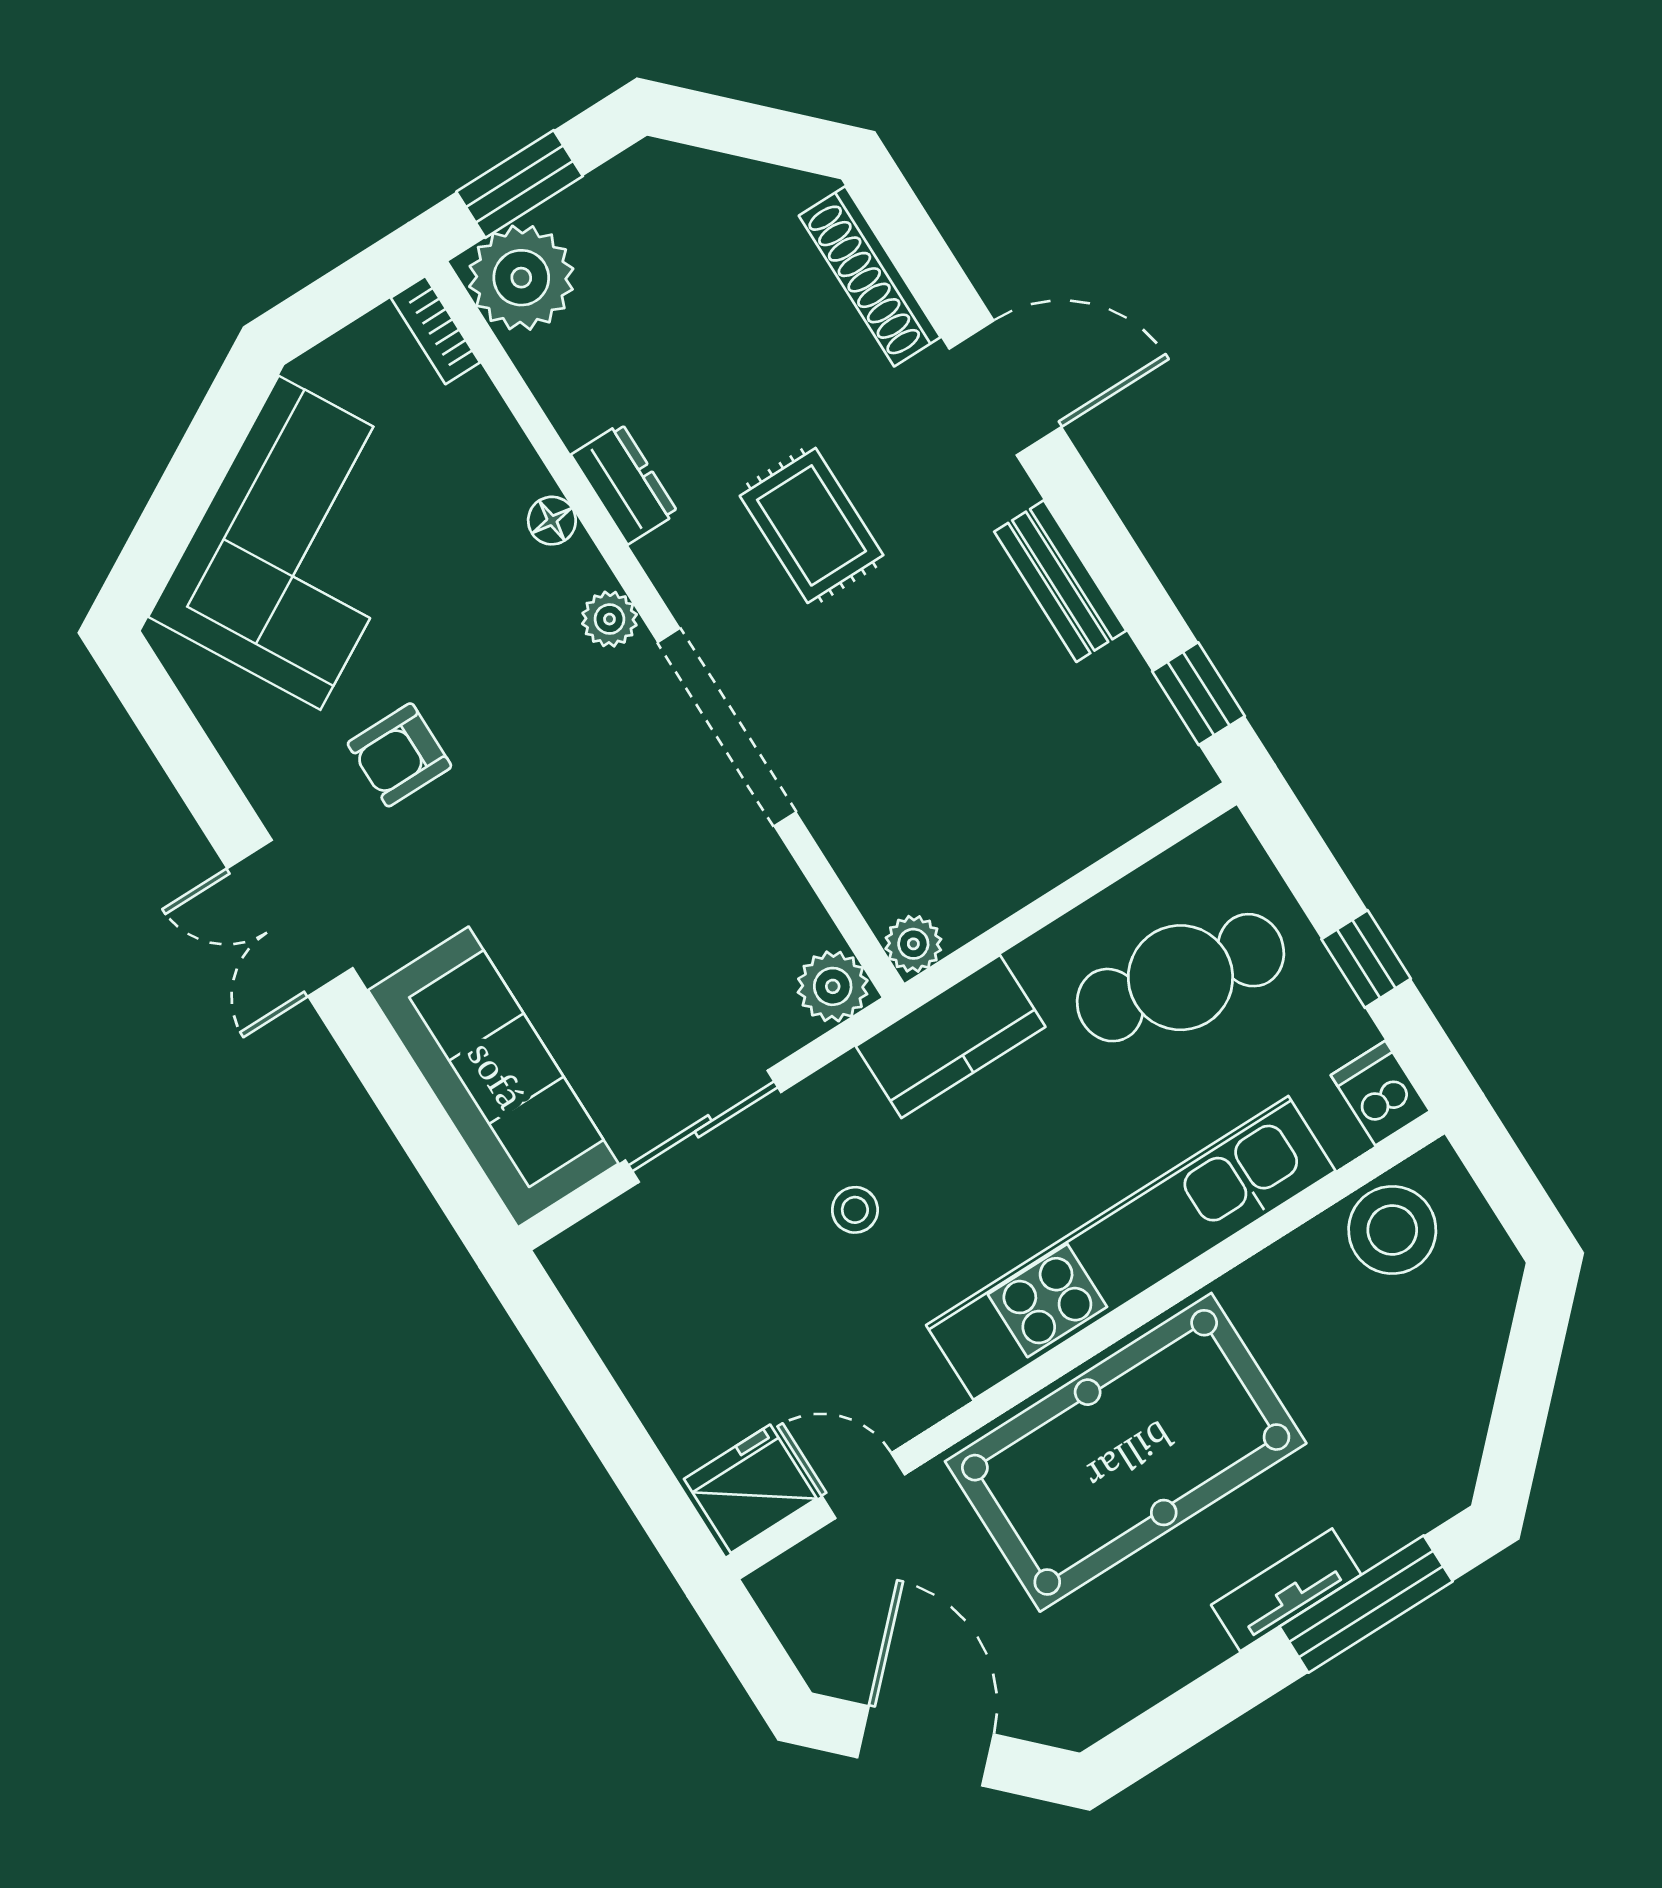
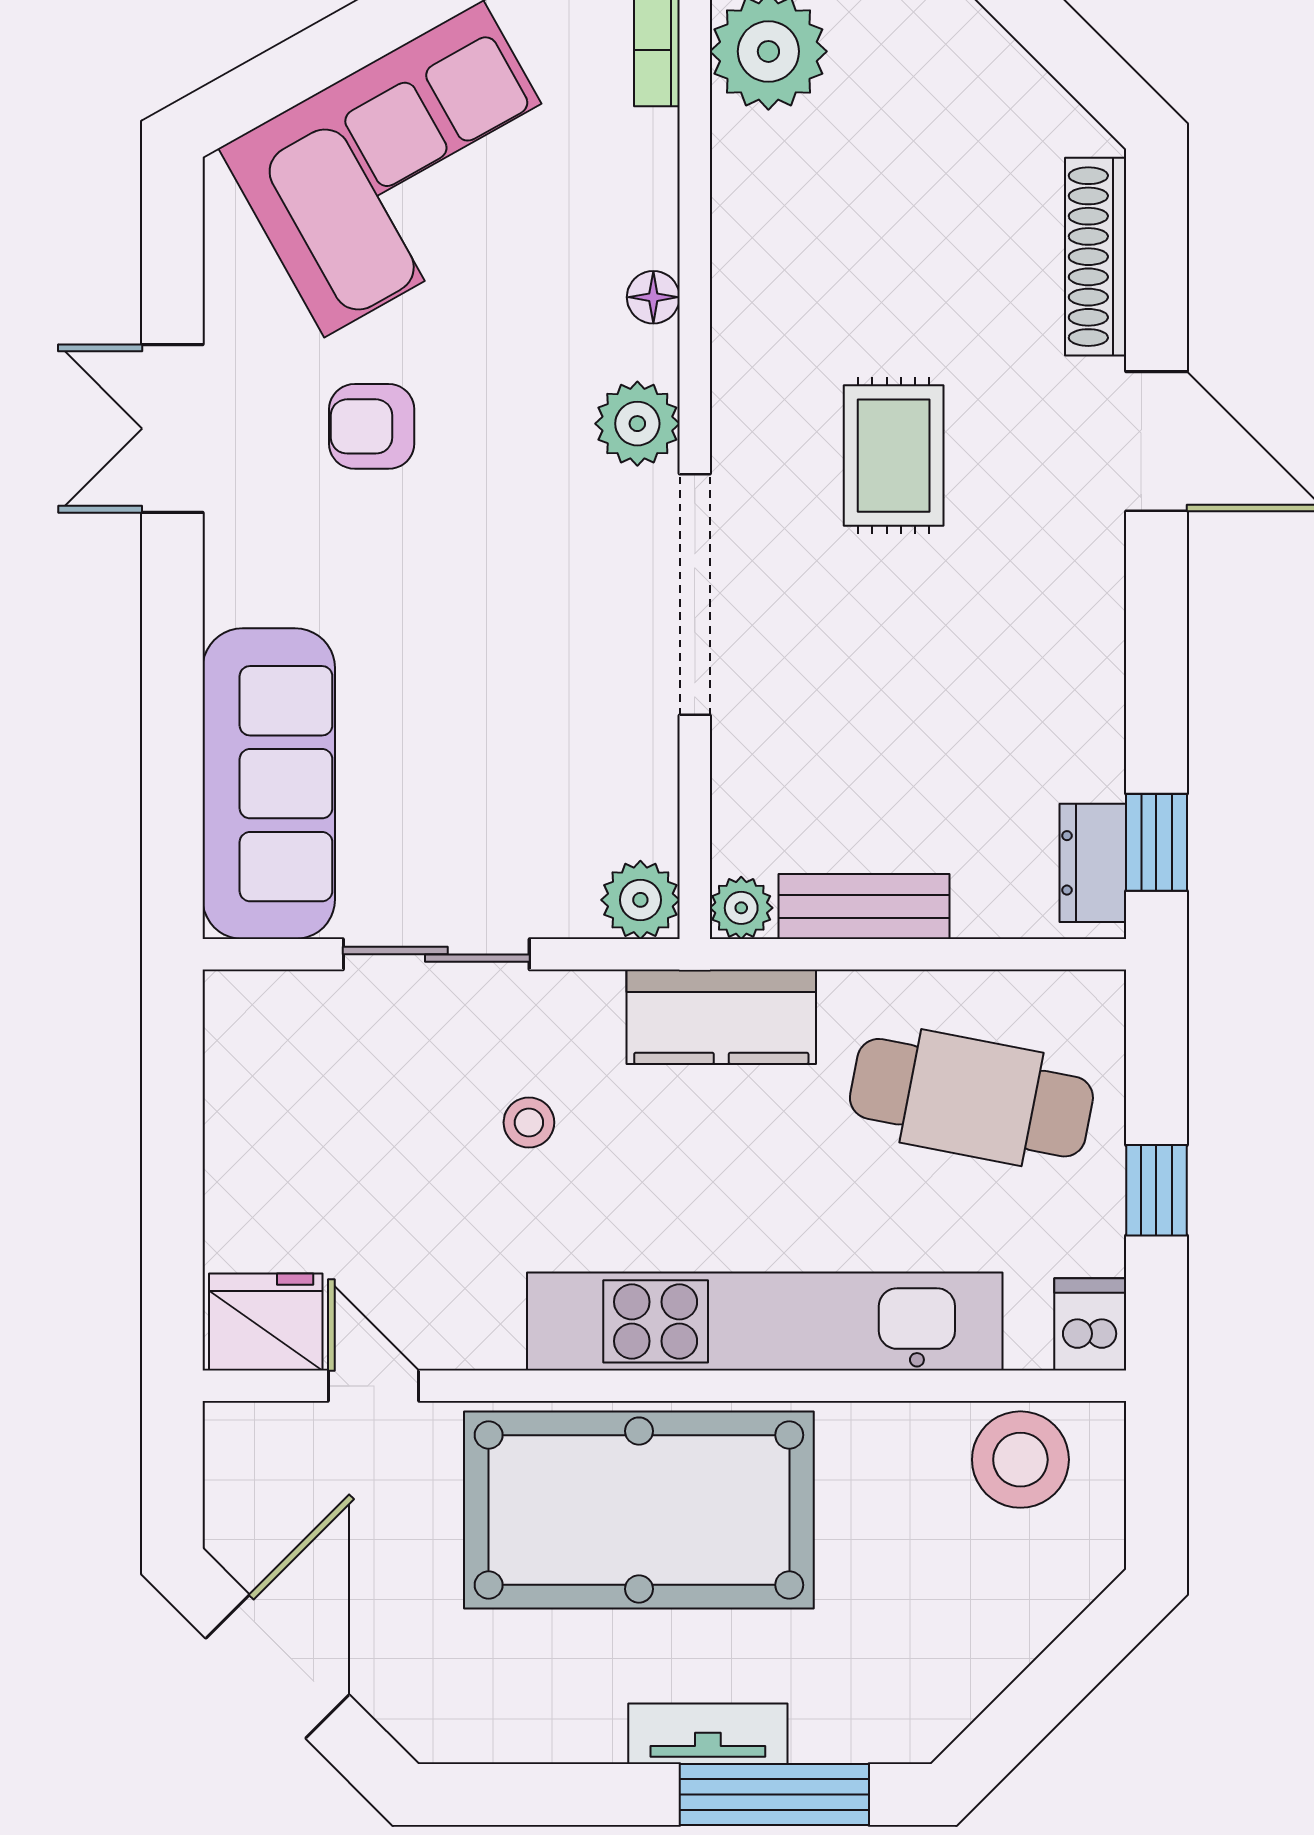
dresser: (625, 484) -> (1093, 863), moved, turned 180
bench: (1060, 581) -> (864, 907), moved, turned 90
plant: (609, 619) -> (637, 424), width x1.38, depth x1.38
double door: (290, 918) -> (172, 429), moved

